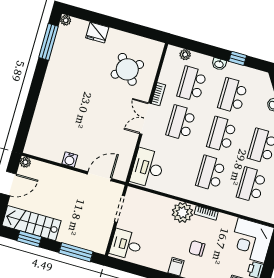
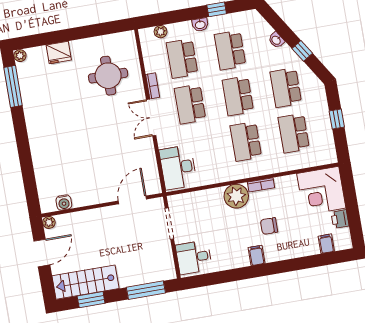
round table: (127, 69) -> (108, 76), turned 38
water cooler: (70, 159) -> (64, 203), moved

